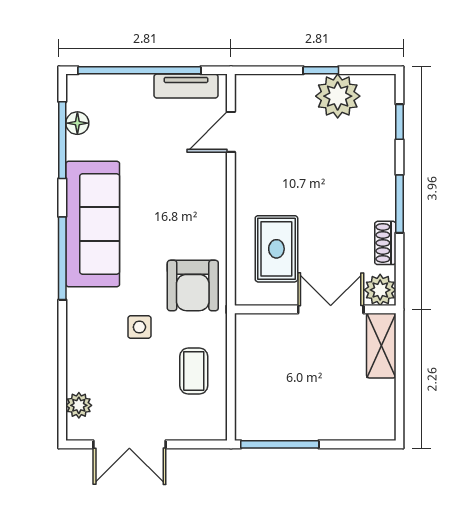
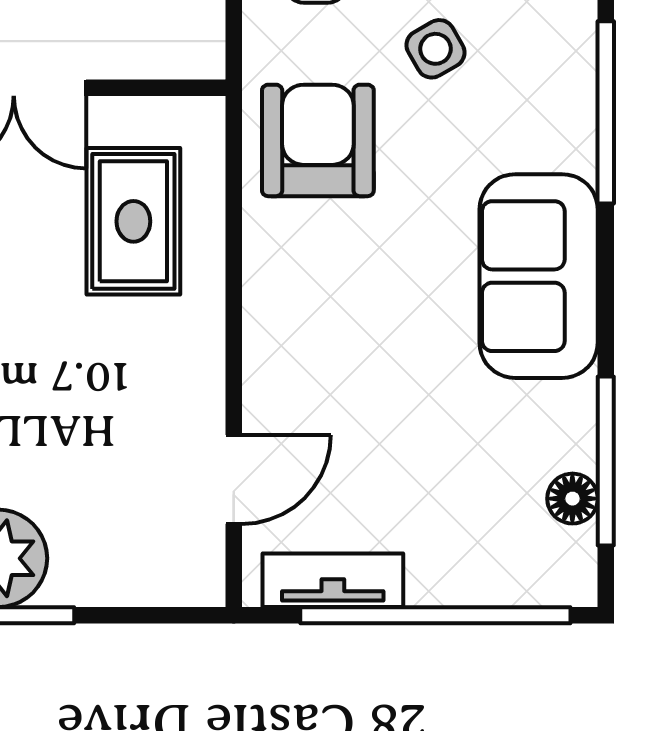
sofa: (93, 224) -> (539, 276), width x0.73
window: (62, 258) -> (606, 112), moved
side table: (139, 327) -> (435, 49), turned -30

